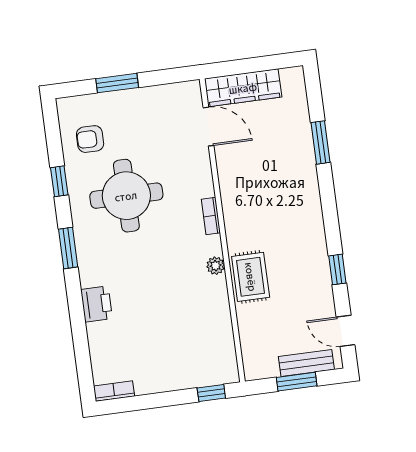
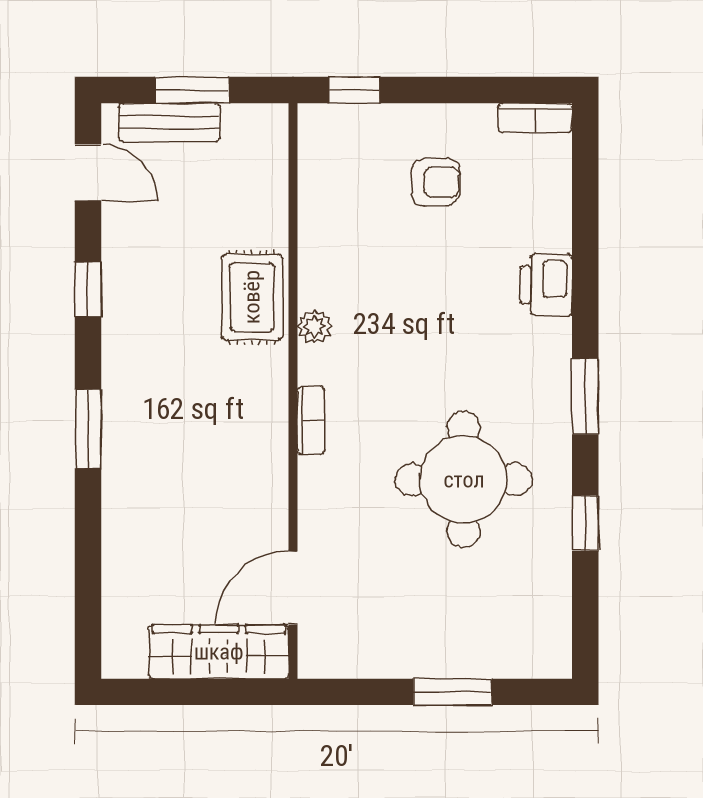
door: (209, 127) -> (293, 588), hinge flipped
armchair: (90, 139) -> (436, 182), moved
window: (320, 142) -> (88, 429), moved

